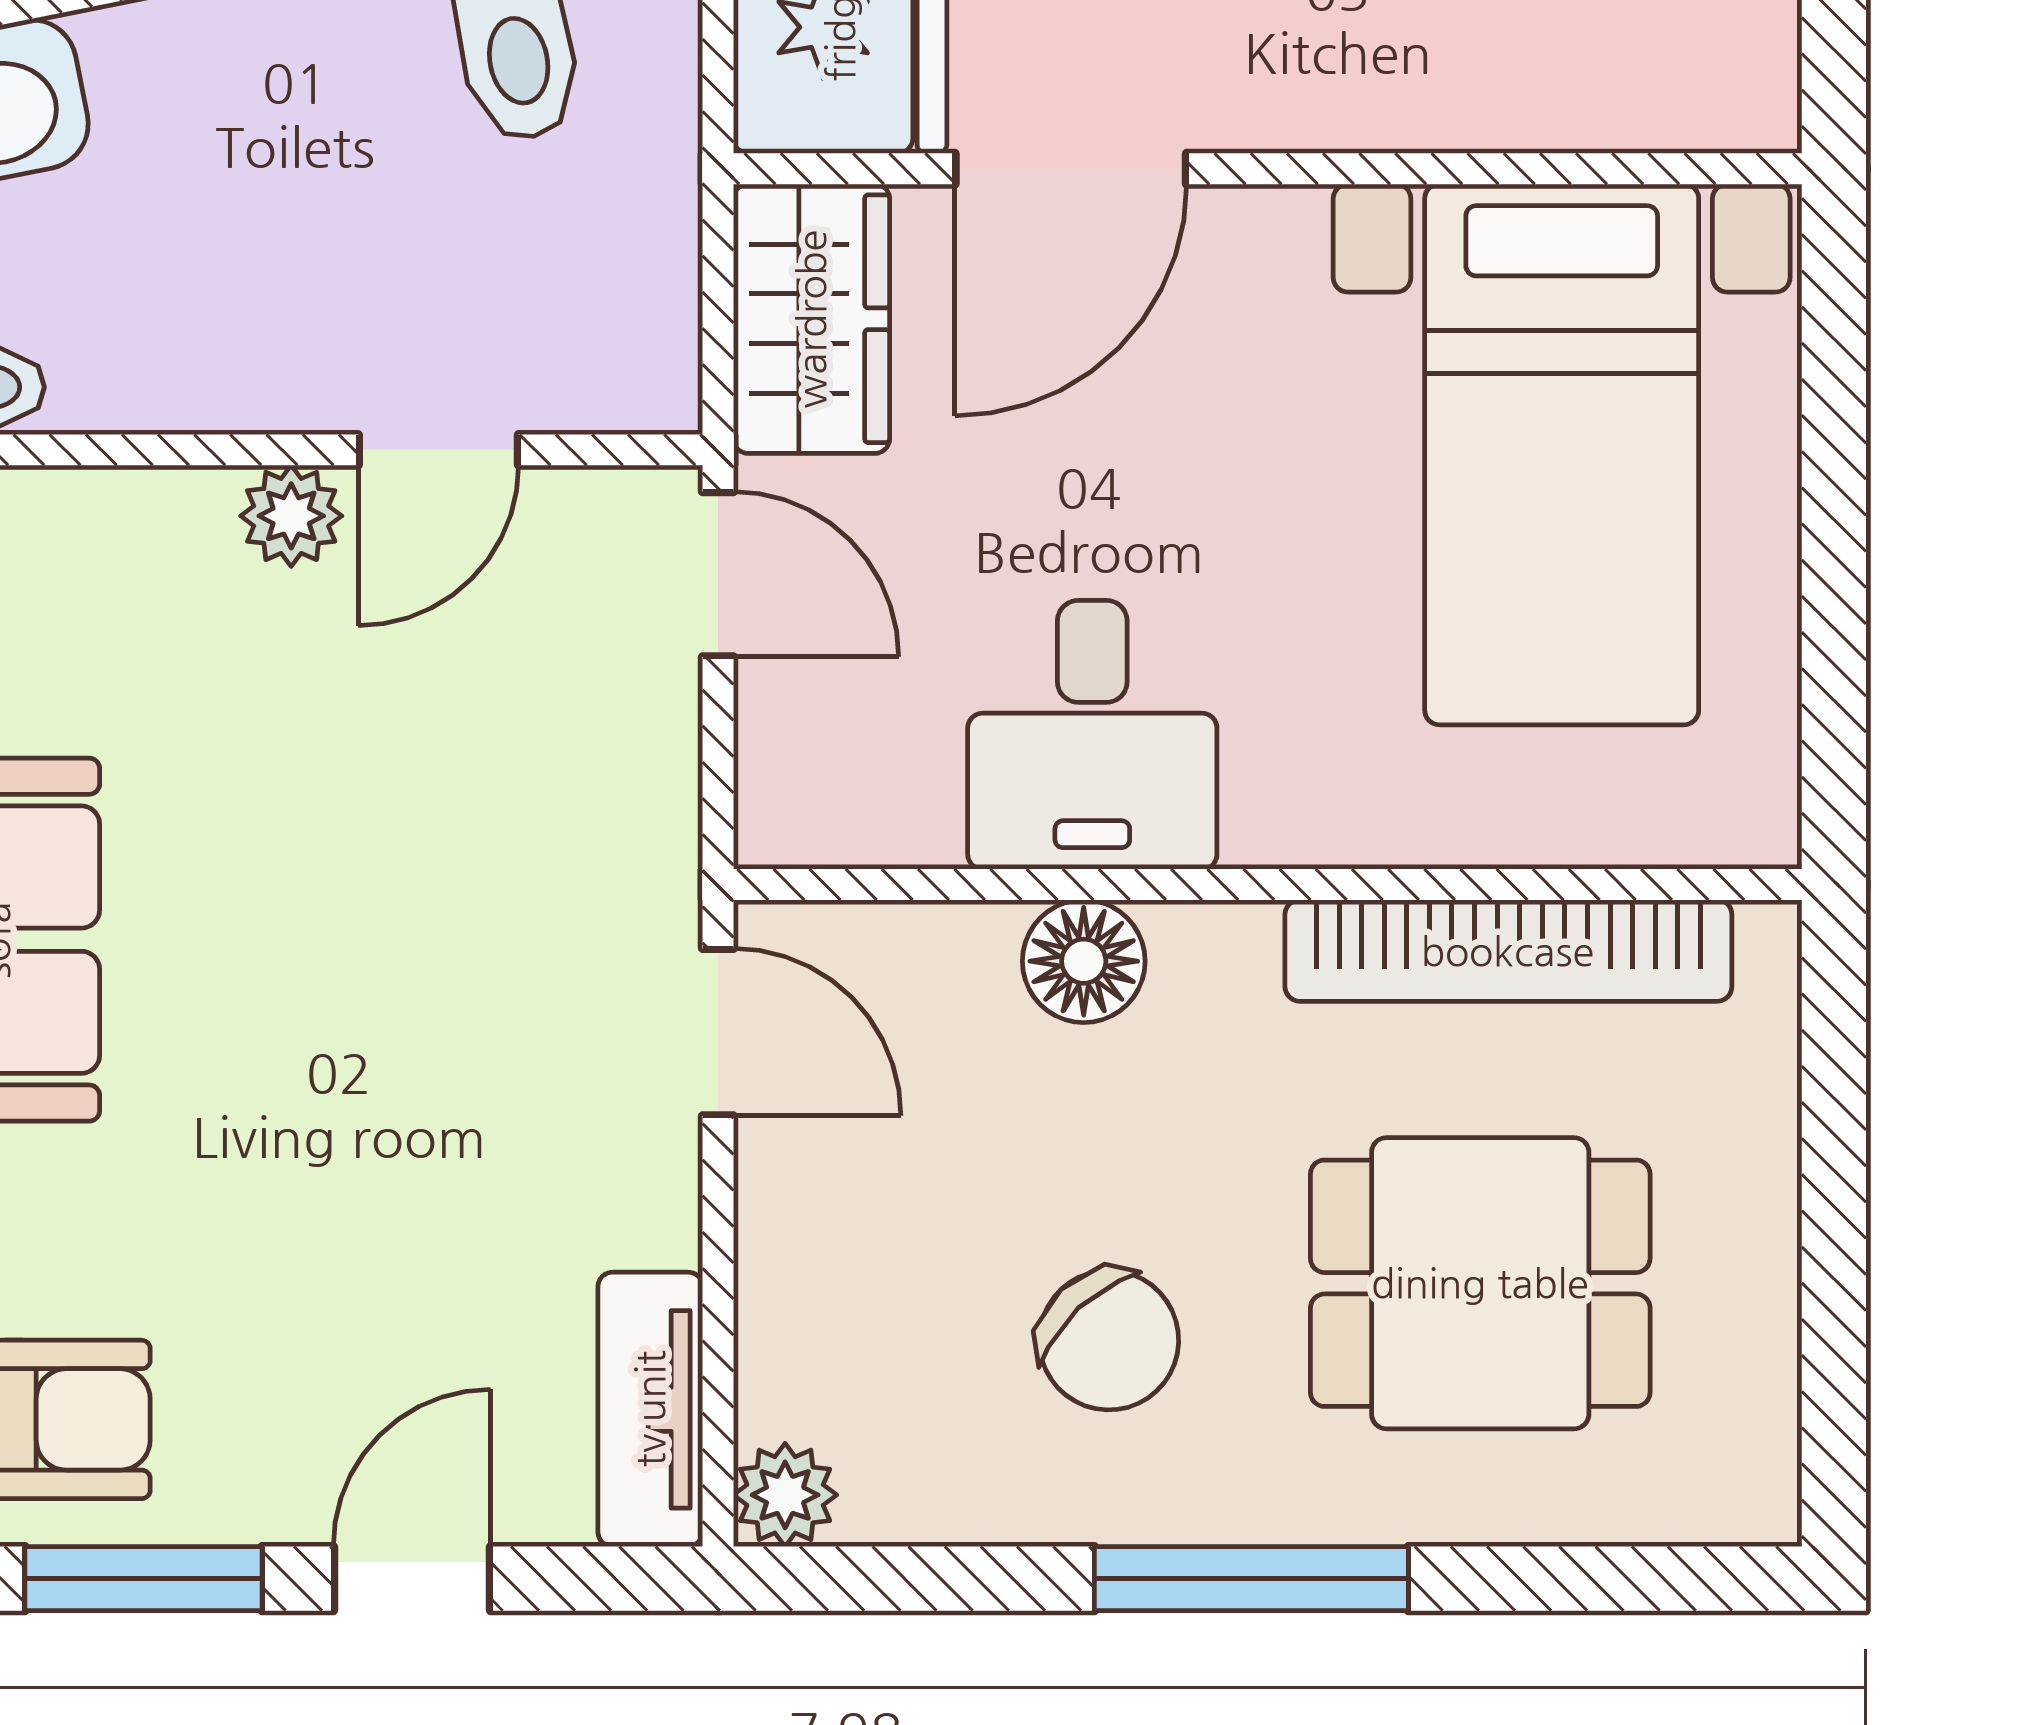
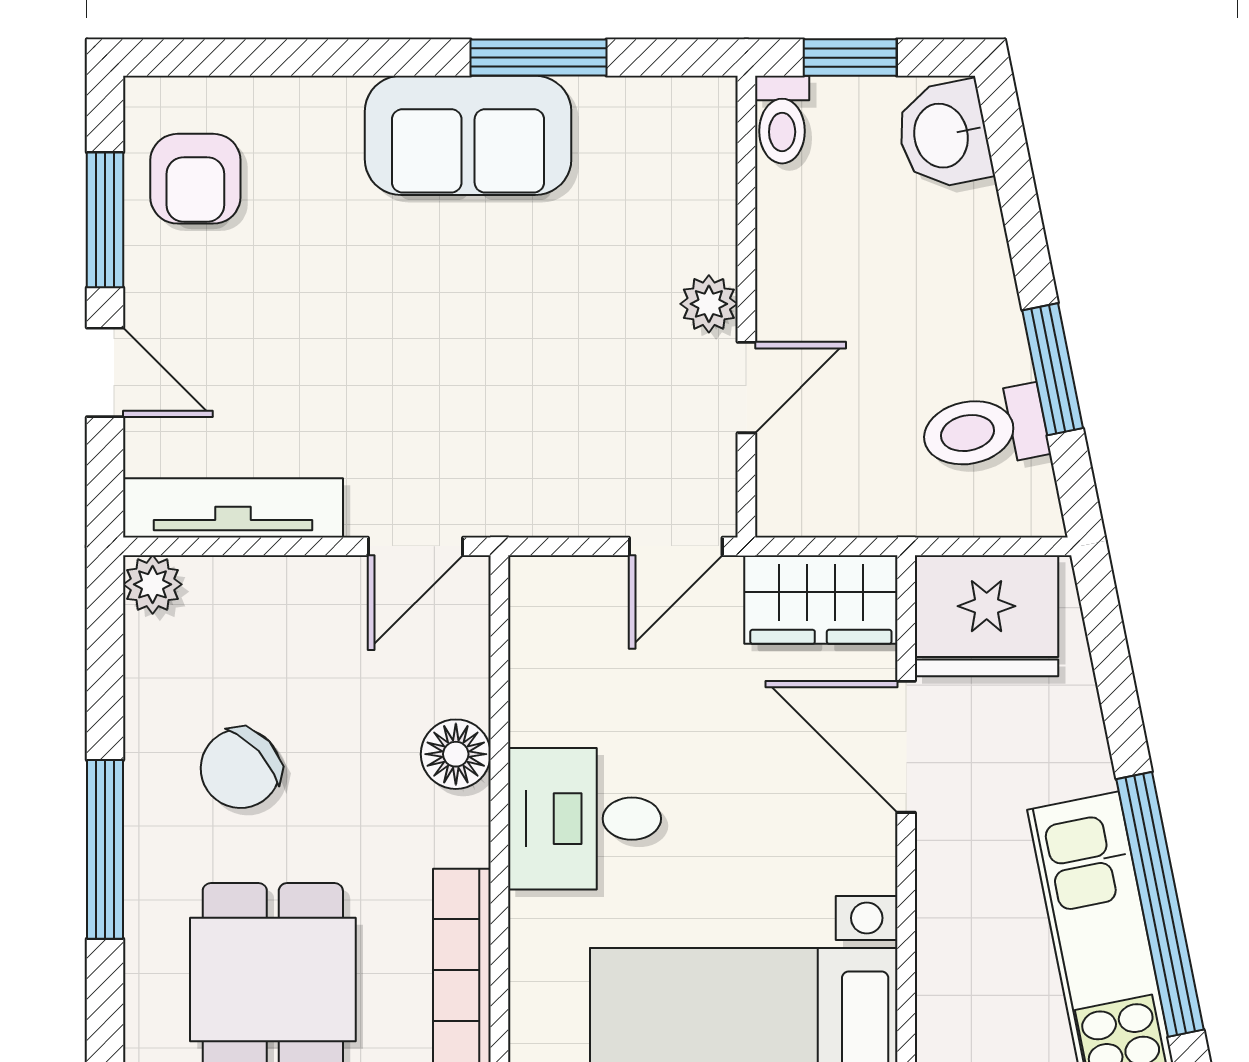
door: (438, 450) -> (746, 387), swing flipped
desk: (1092, 735) -> (584, 819), moved
tv unit: (650, 1409) -> (233, 508), width x1.41

